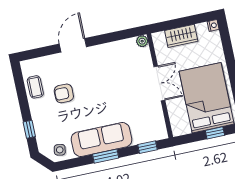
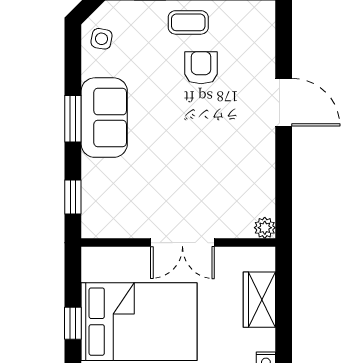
coffee table: (35, 87) -> (188, 22), moved
sofa: (101, 139) -> (104, 118), width x0.73

